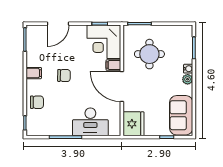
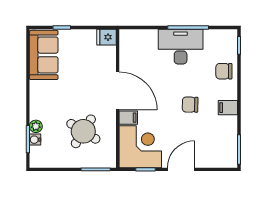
door: (58, 24) -> (181, 169), moved
round table: (149, 54) -> (83, 131), turned 32
water cooler: (188, 69) -> (35, 140), moved
plant: (188, 79) -> (36, 126), moved
desk: (90, 122) -> (181, 47), moved
fridge: (134, 124) -> (106, 37), width x0.53, depth x0.75

